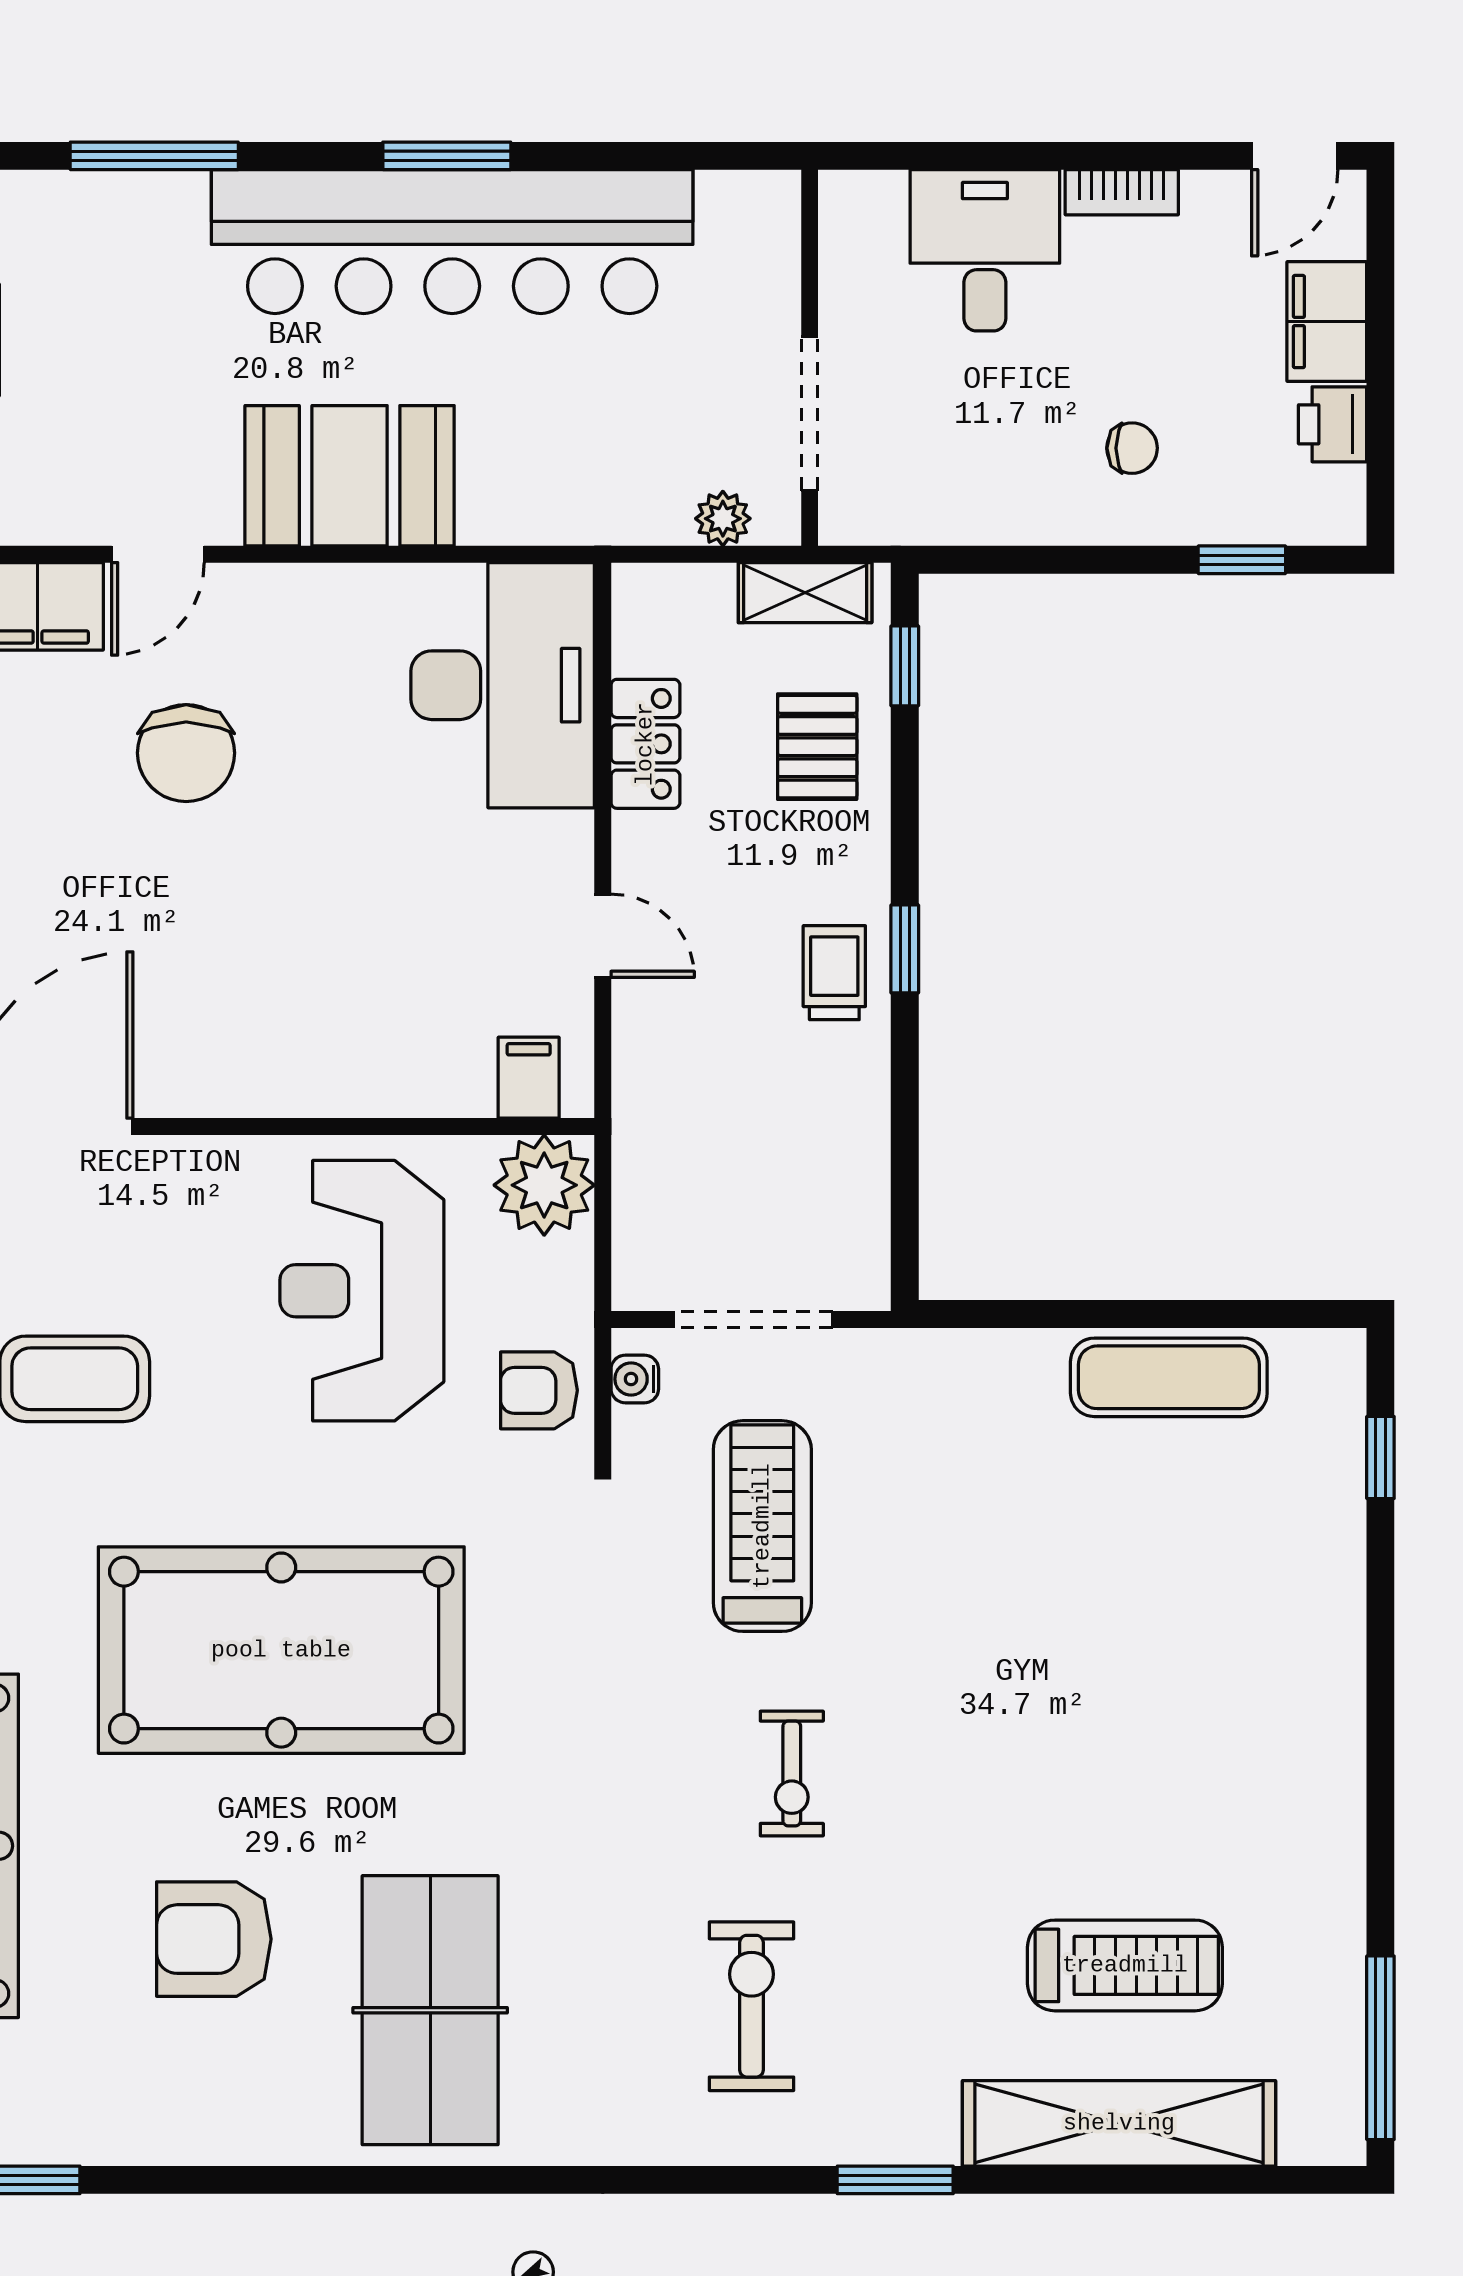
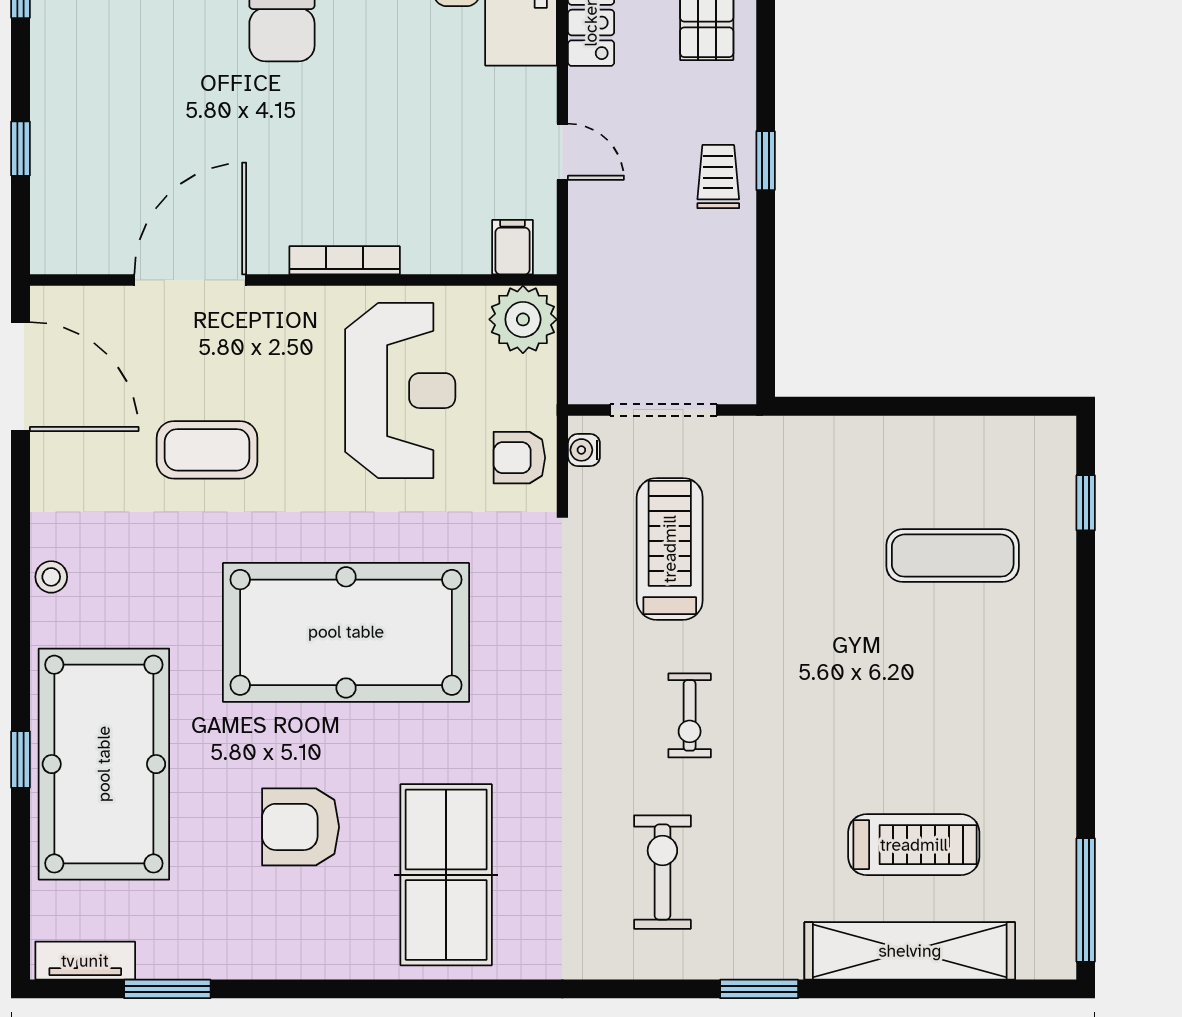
bookcase: (279, 1097) -> (345, 260), added
reception desk: (362, 1291) -> (400, 391), turned 180
exercise mat: (1169, 1377) -> (953, 556), moved

